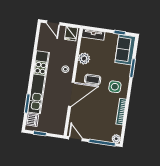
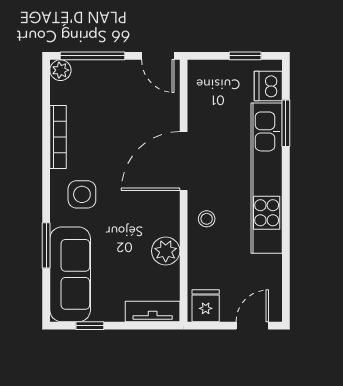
door: (53, 23) -> (252, 326), hinge flipped
sofa: (125, 50) -> (70, 274), width x1.36
coffee table: (93, 80) -> (138, 204), removed

